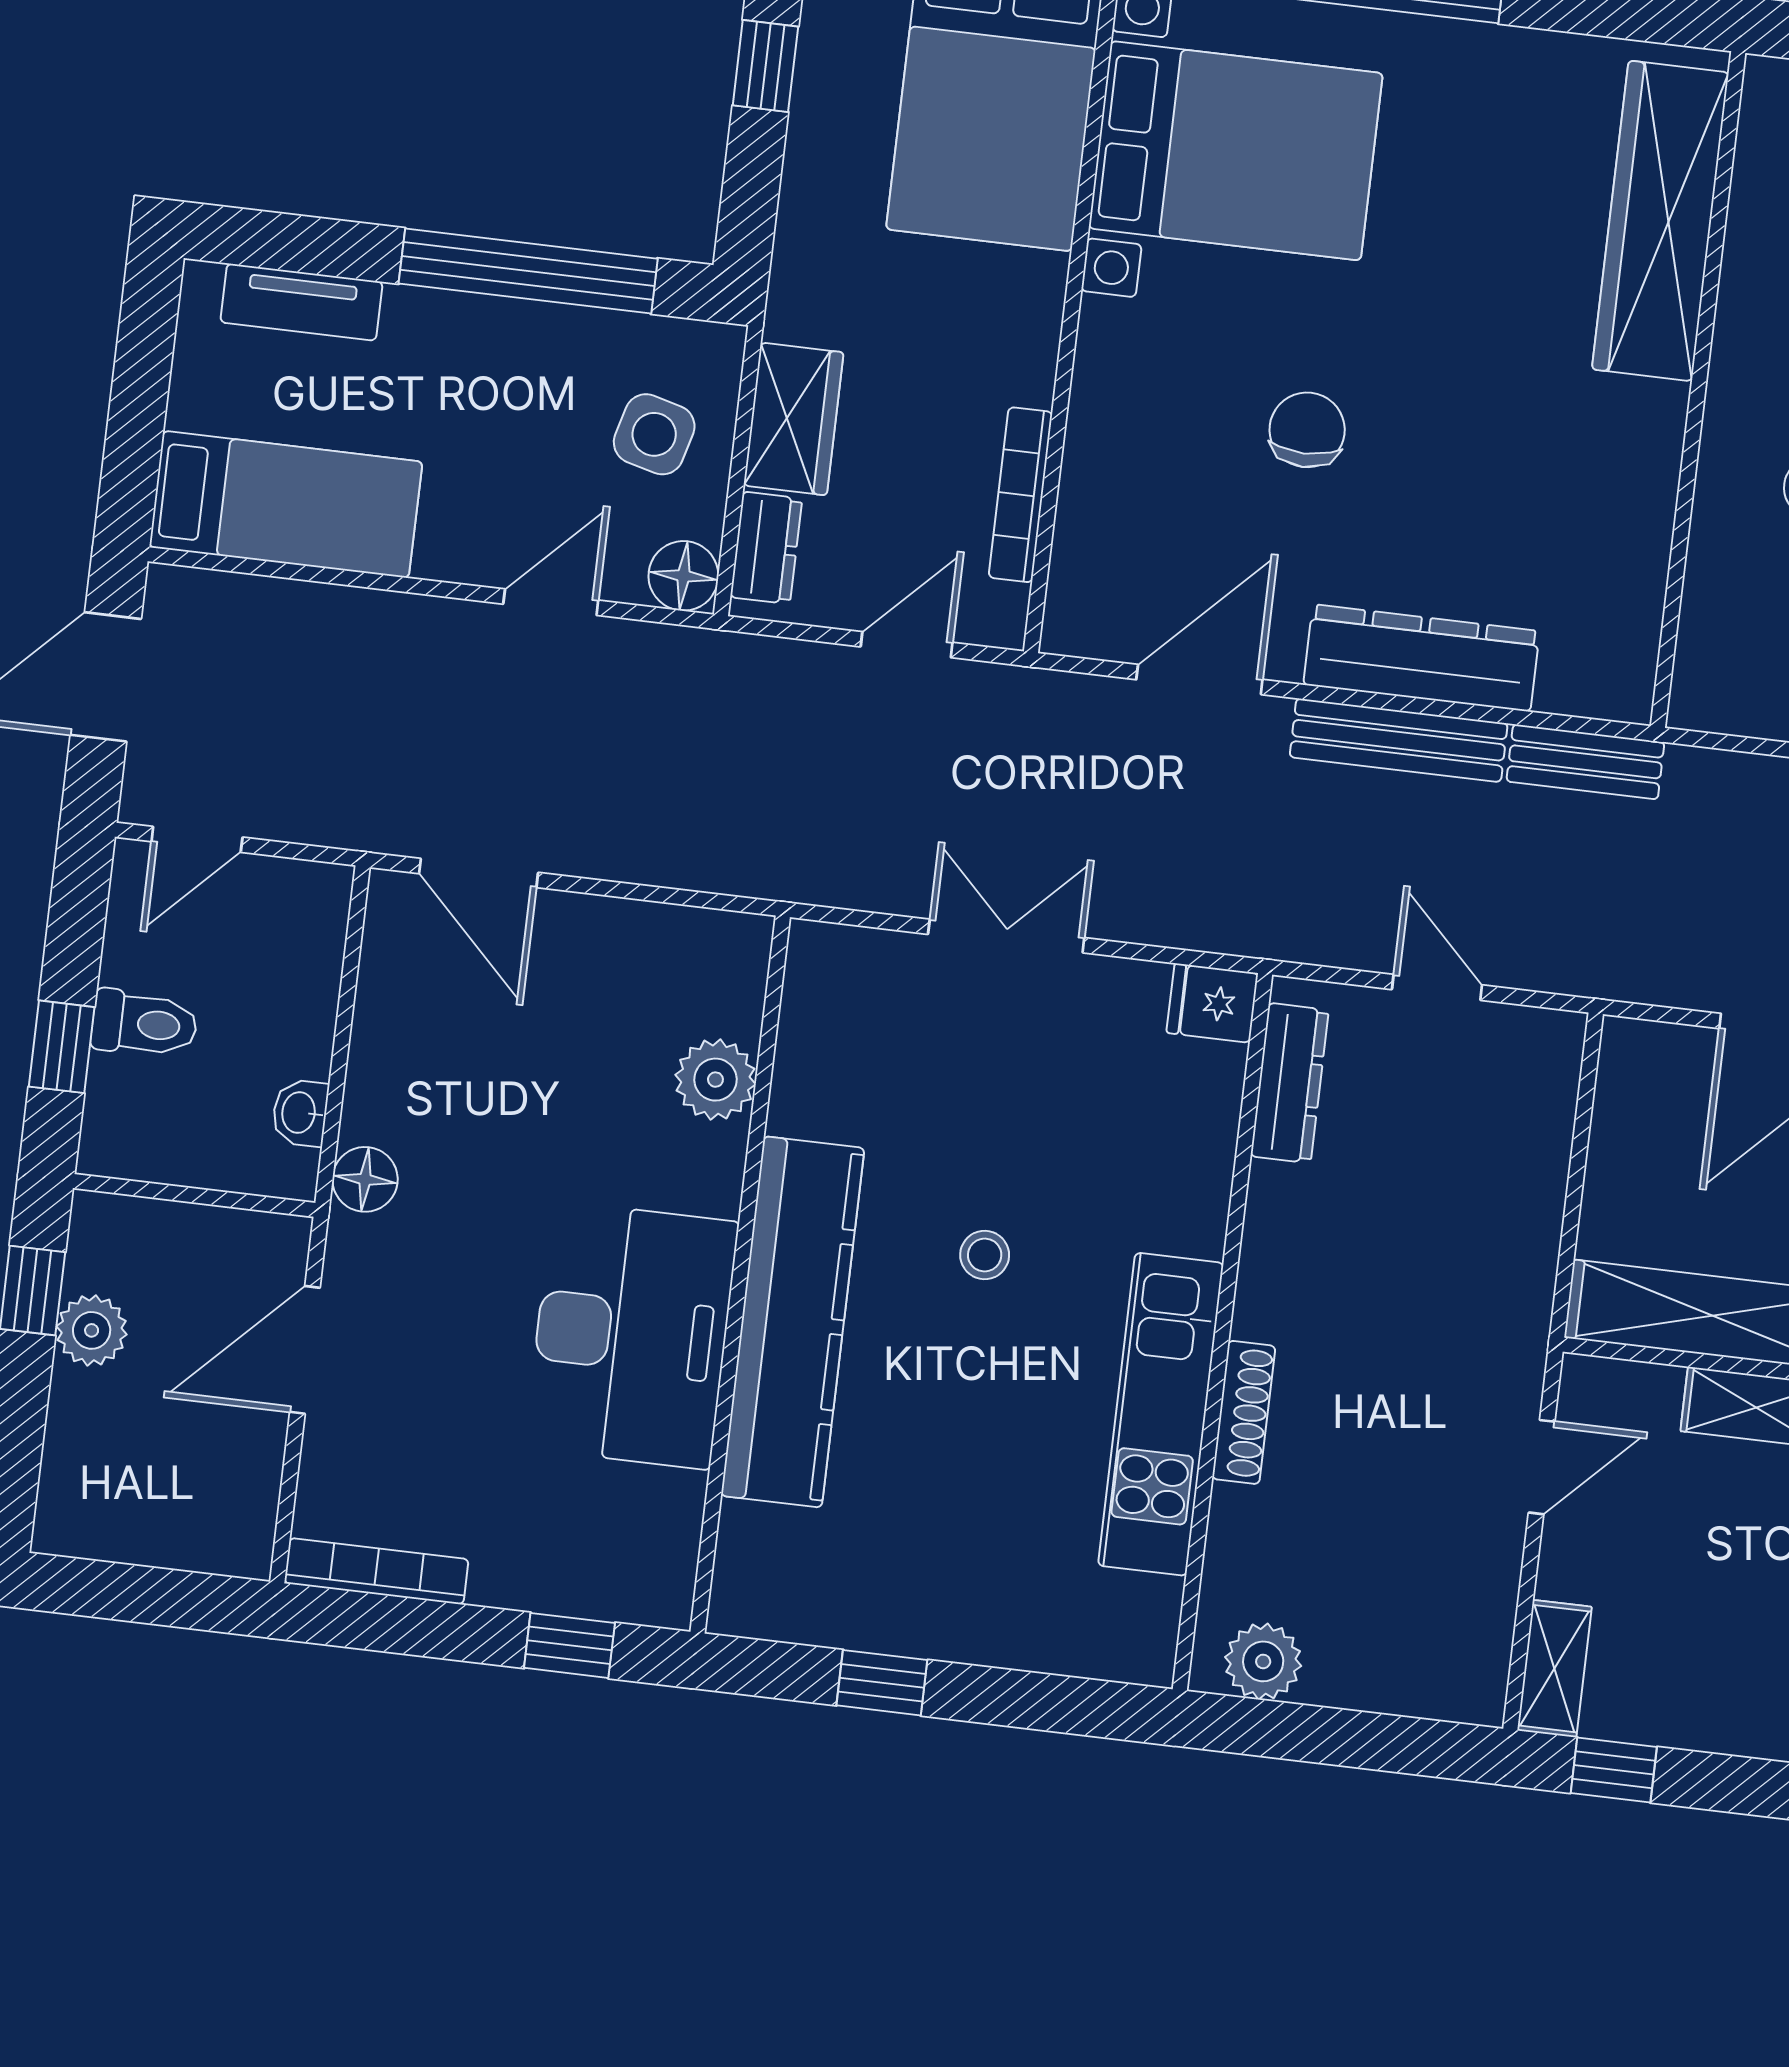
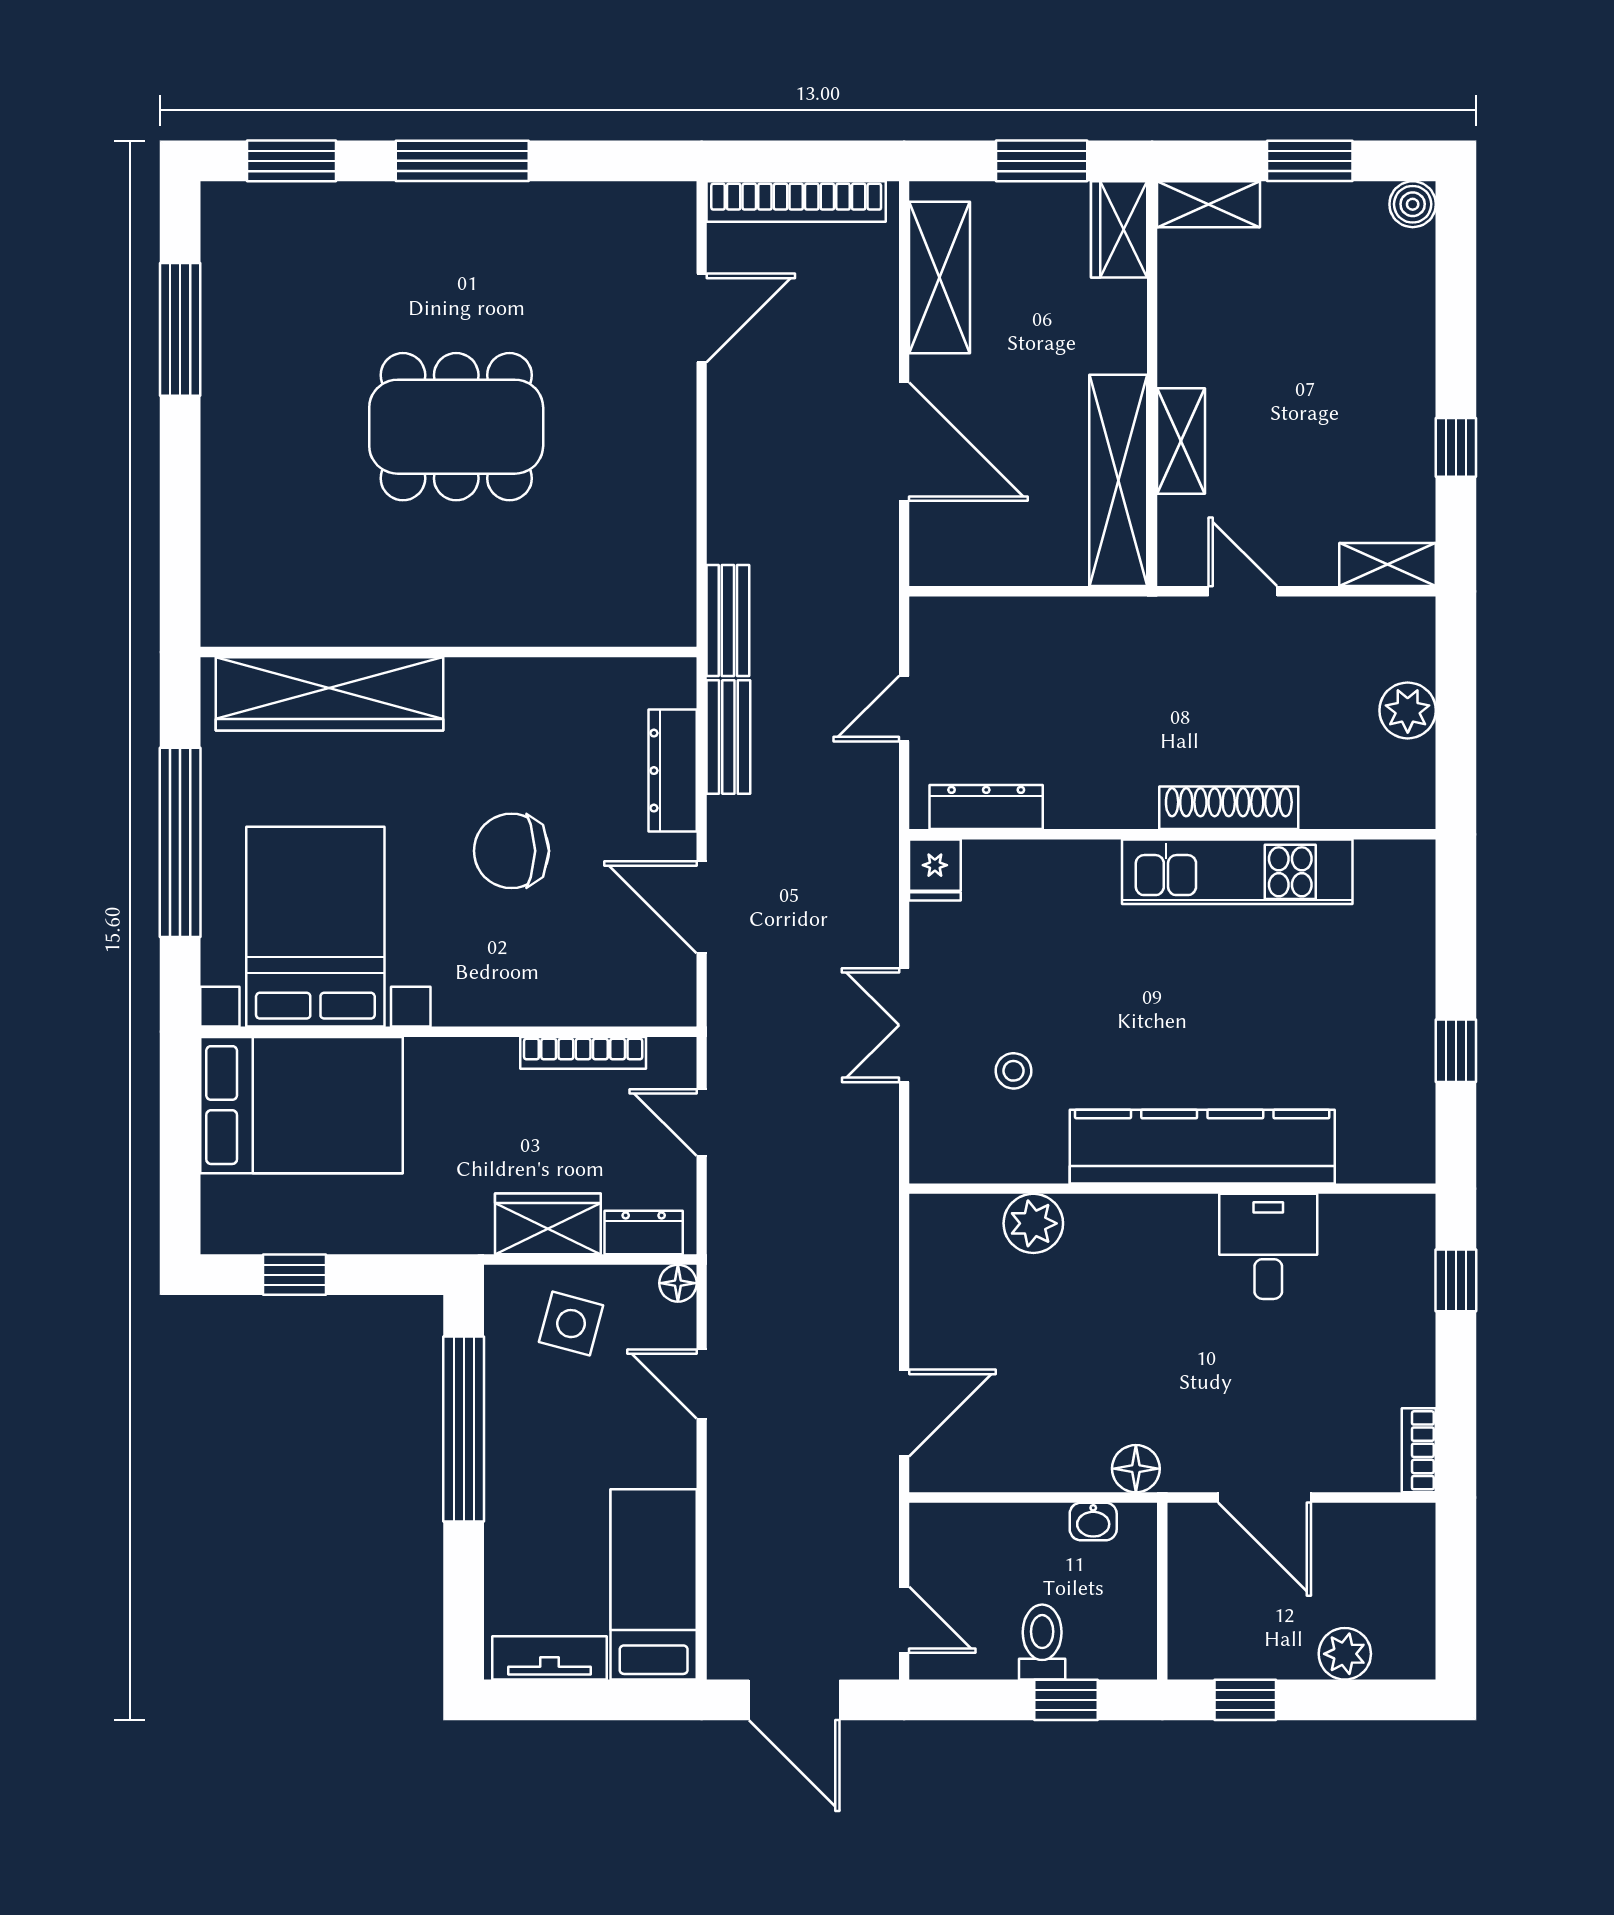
wardrobe: (1660, 221) -> (329, 694), moved
tv unit: (301, 302) -> (550, 1658), moved, turned -90
wall: (1698, 390) -> (448, 652), moved
chair: (1307, 430) -> (511, 851), width x1.37, depth x1.37
floor lamp: (683, 576) -> (678, 1283), width x0.73, depth x0.73
dresser: (1422, 658) -> (673, 771), width x0.73, depth x0.80
bench: (1399, 740) -> (728, 737), width x0.73
stool: (985, 1255) -> (1014, 1071), moved
plant: (92, 1330) -> (1345, 1654), moved
desk: (631, 1335) -> (1268, 1246), width x0.53, depth x0.77
shoe rack: (1244, 1412) -> (1229, 808), width x1.36, depth x1.24
bookcase: (376, 1571) -> (1419, 1450), width x0.64
plant: (1263, 1661) -> (1408, 710), moved
window: (1614, 1770) -> (1456, 447), moved

